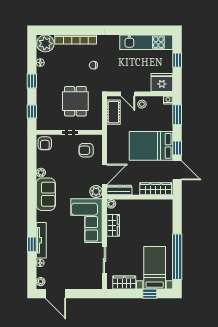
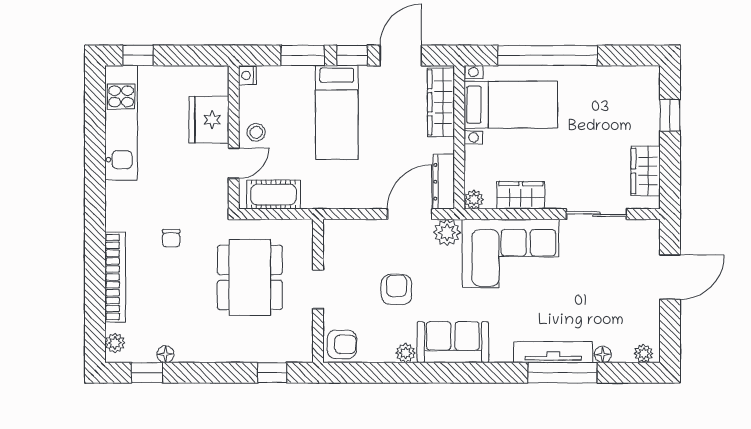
plant: (45, 43) -> (115, 343), width x0.53, depth x0.53
window: (177, 60) -> (138, 55), moved
window: (32, 81) -> (147, 373), moved
fridge: (162, 82) -> (209, 120), moved
dining table: (75, 101) -> (250, 277), width x1.38
window: (177, 115) -> (303, 55), moved
bed: (151, 146) -> (337, 112), width x0.67
armchair: (86, 150) -> (396, 289), moved, turned 180
door: (104, 174) -> (410, 214), hinge flipped
window: (32, 244) -> (562, 373), width x2.17
window: (177, 257) -> (548, 55), moved
bed with nightstands: (155, 268) -> (511, 105), moved, turned 180
door: (55, 294) -> (670, 277), moved

